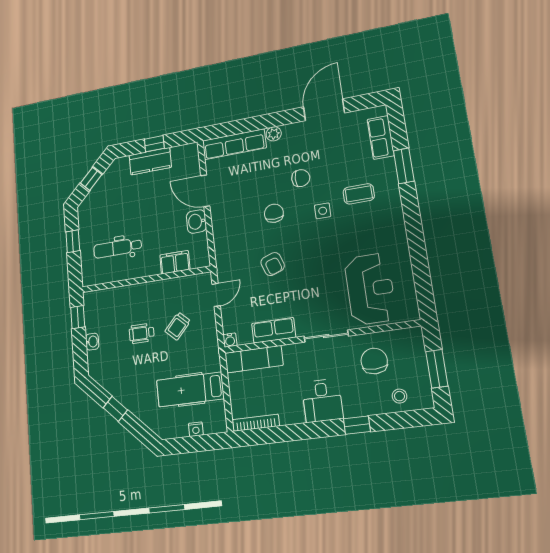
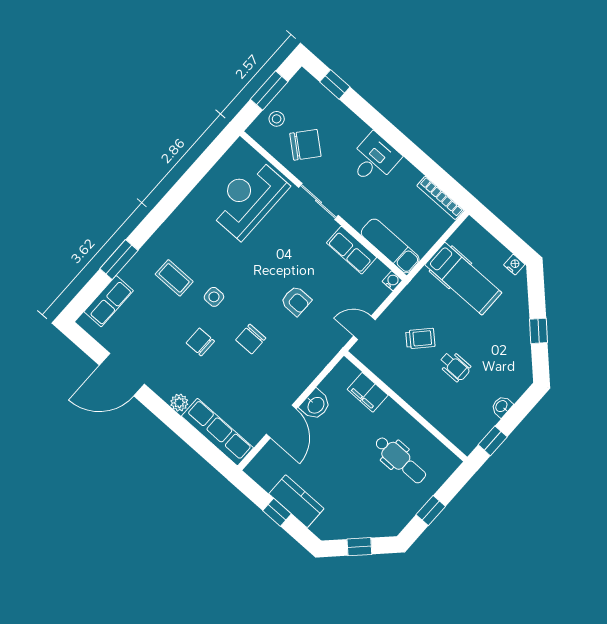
armchair: (273, 264) -> (296, 301), turned 109
chair: (374, 361) -> (305, 145), turned -140
stool: (399, 396) -> (277, 119), moved
window: (357, 425) -> (335, 84), moved
nightstand: (196, 429) -> (514, 265), moved

